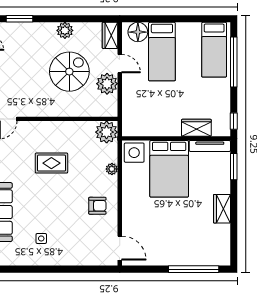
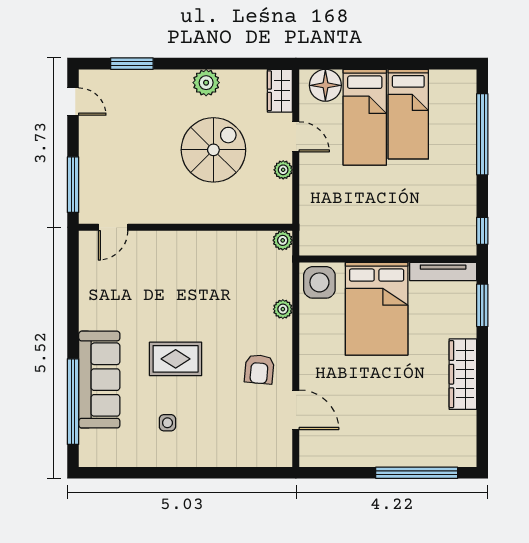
bed: (214, 50) -> (408, 114), moved
plant: (107, 84) -> (283, 170), width x0.53, depth x0.53
wardrobe: (196, 128) -> (421, 242), removed
plant: (107, 132) -> (283, 240), width x0.53, depth x0.53
rug: (51, 163) -> (176, 359), moved
armchair: (97, 206) -> (259, 369), turned 95
wardrobe: (222, 209) -> (463, 374), width x1.50
door: (120, 248) -> (296, 410), moved

